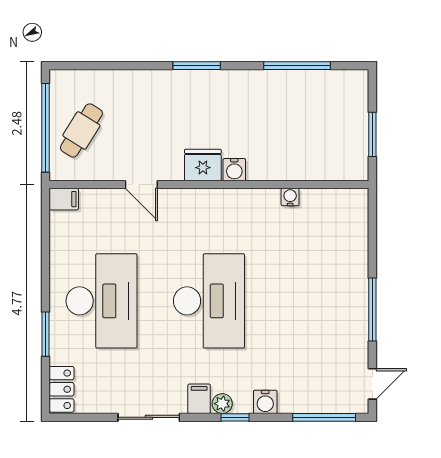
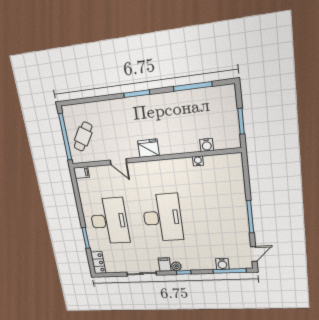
water cooler: (234, 170) -> (207, 145), moved
water cooler: (265, 402) -> (222, 264), moved

